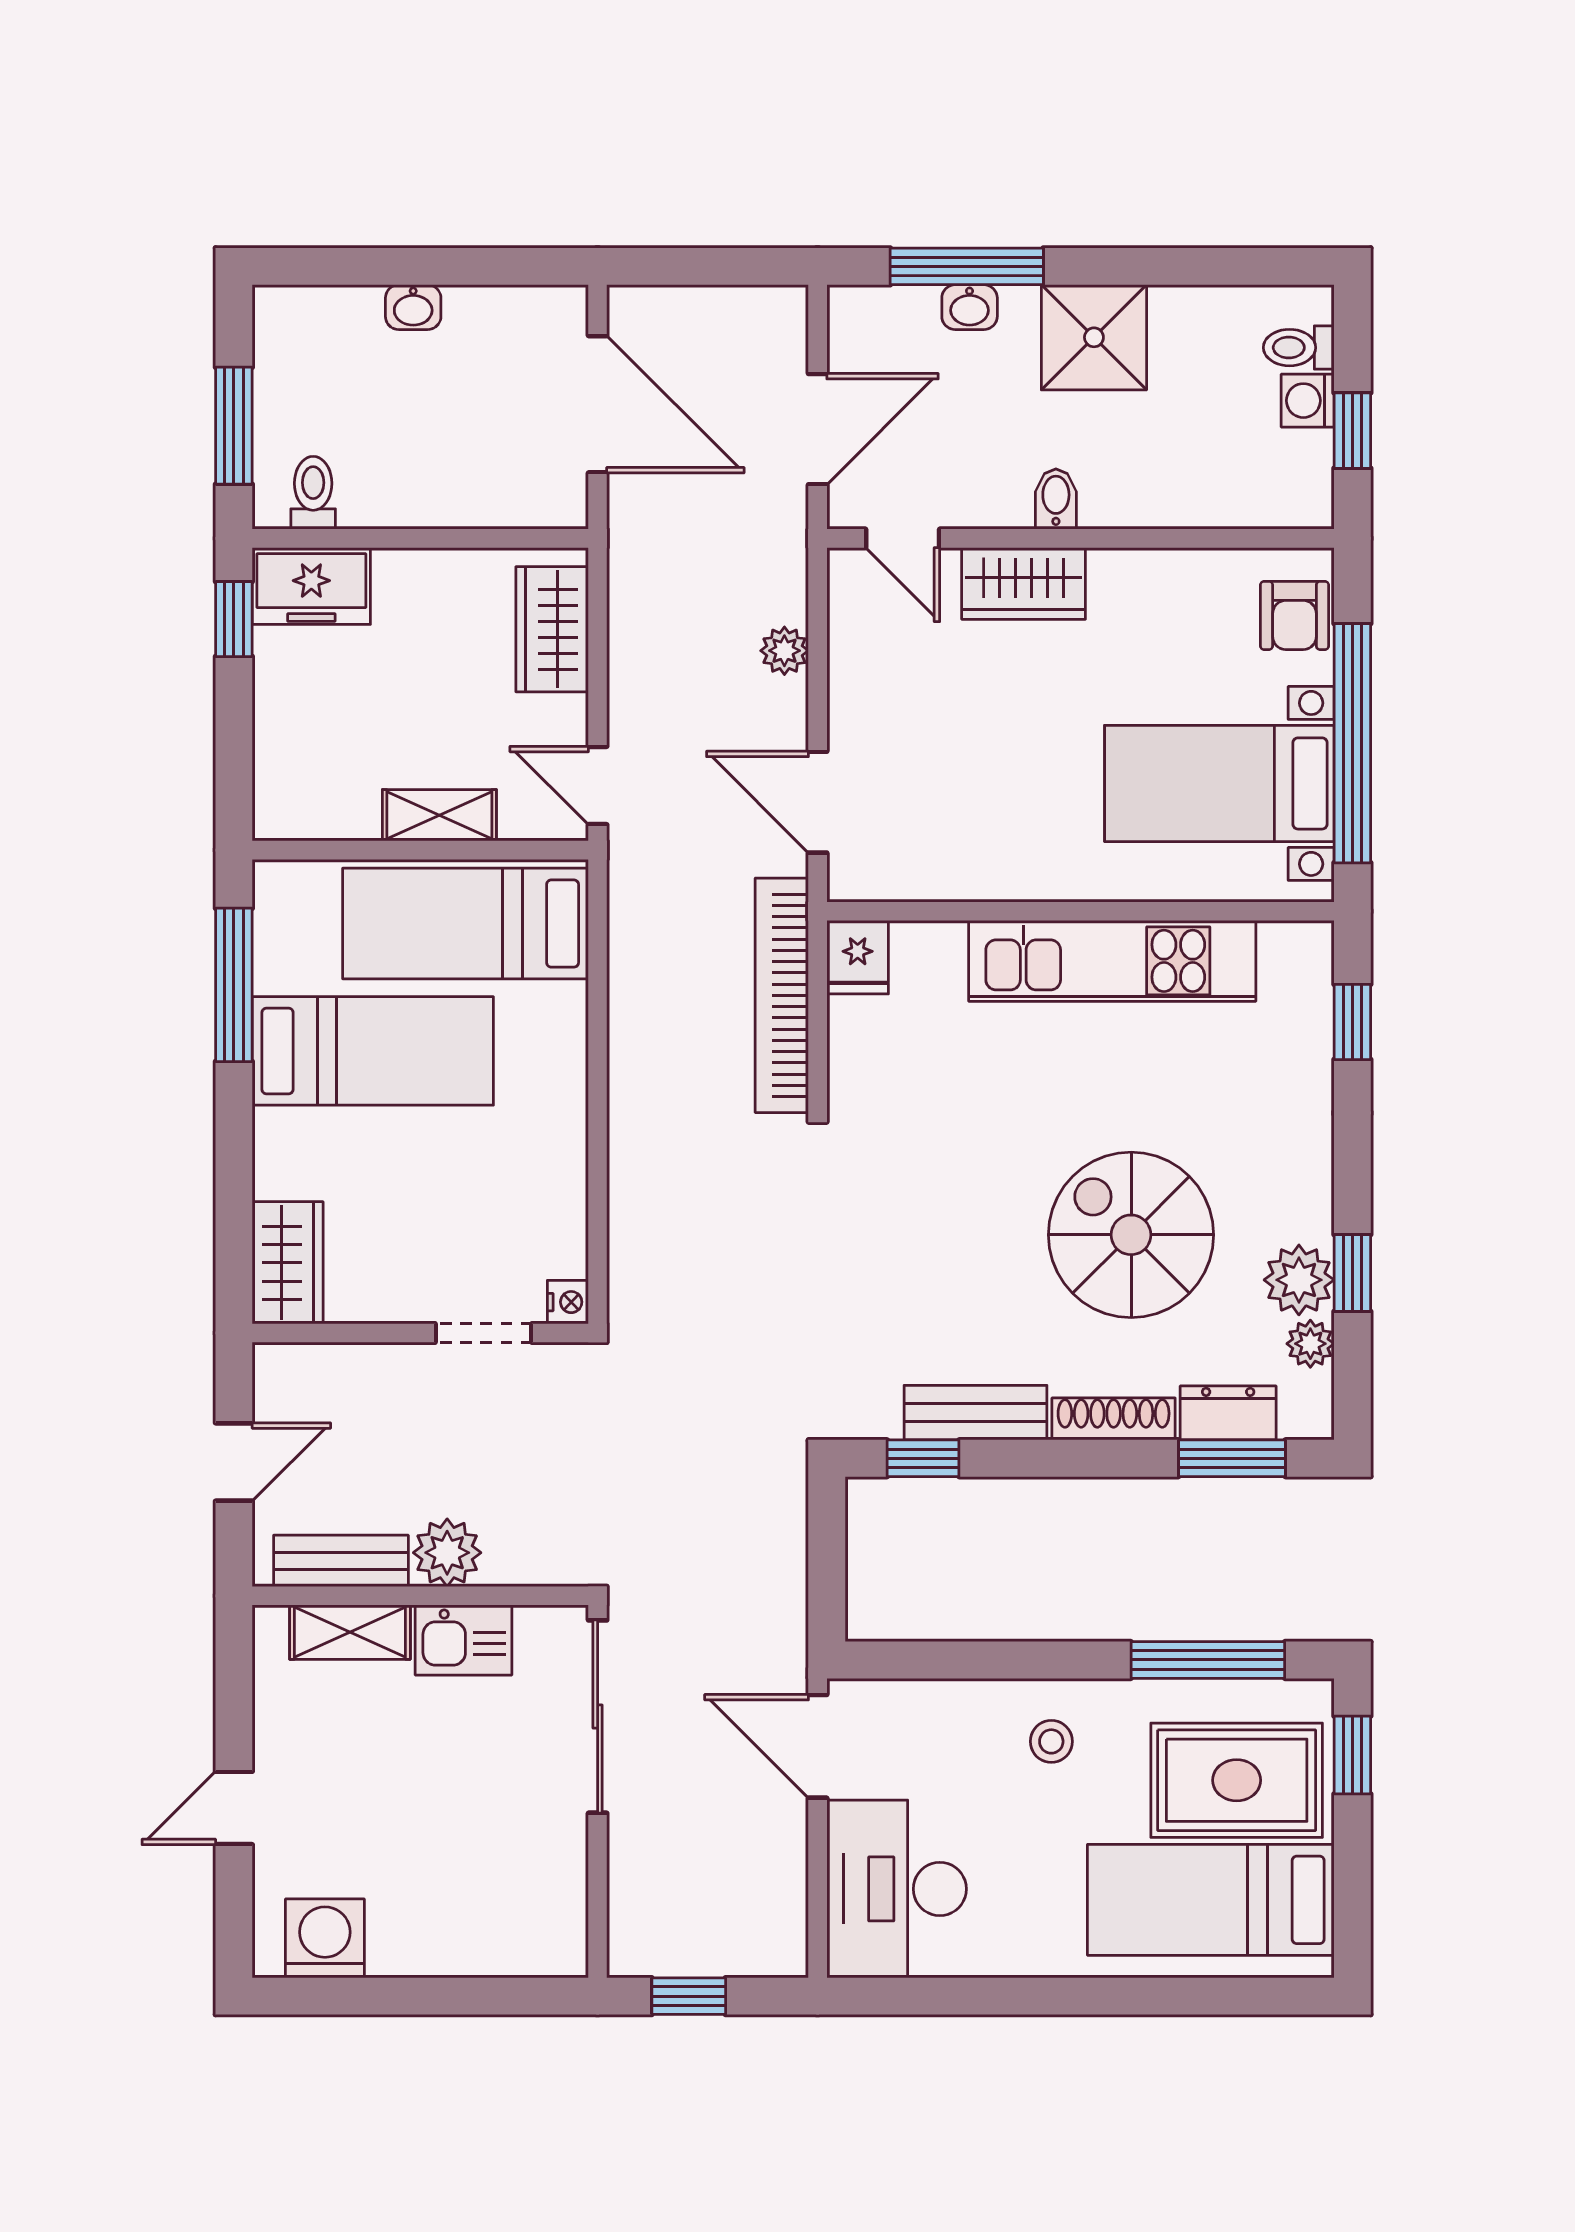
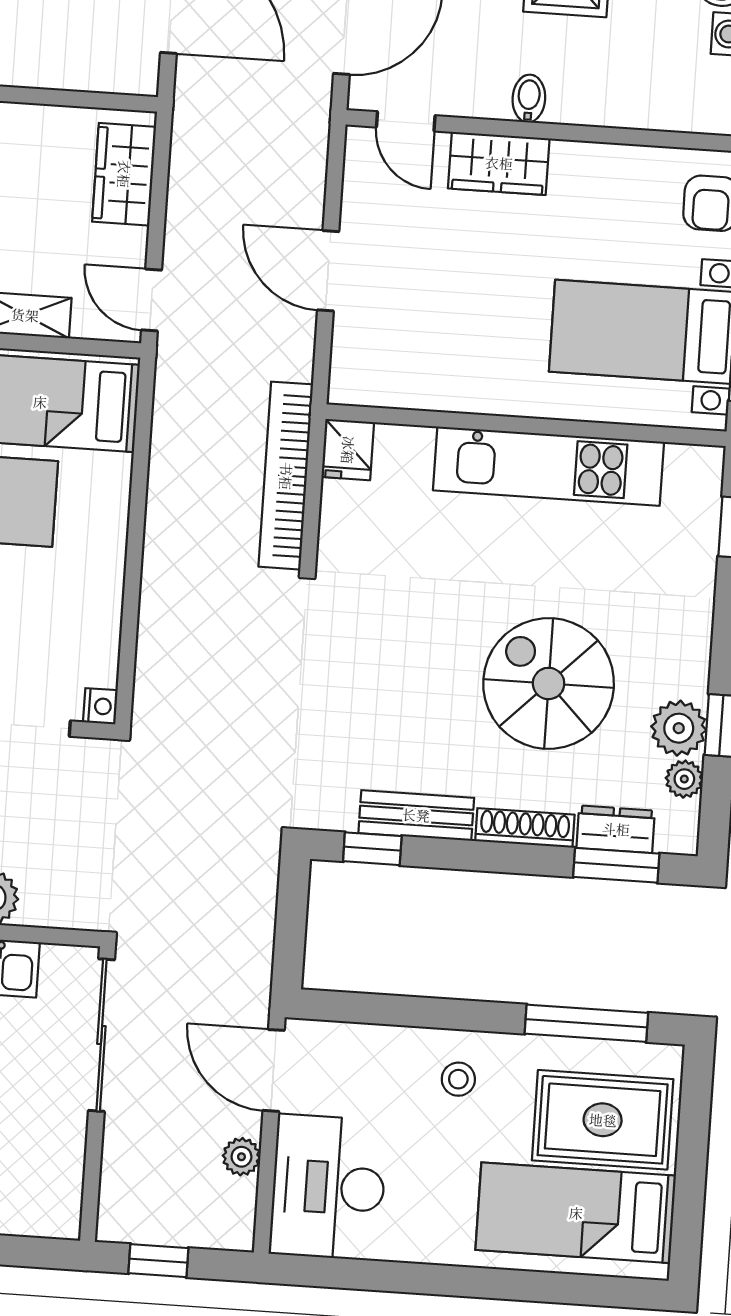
plant: (784, 651) -> (241, 1157), moved
door: (818, 802) -> (328, 271), moved
window: (1352, 1755) -> (695, 1106), removed

